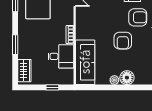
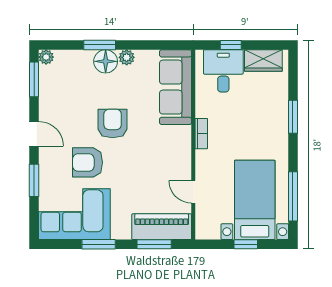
desk: (61, 56) -> (223, 71), moved, turned 90
wardrobe: (24, 71) -> (263, 61), moved, turned -90
window: (131, 87) -> (100, 45), added

